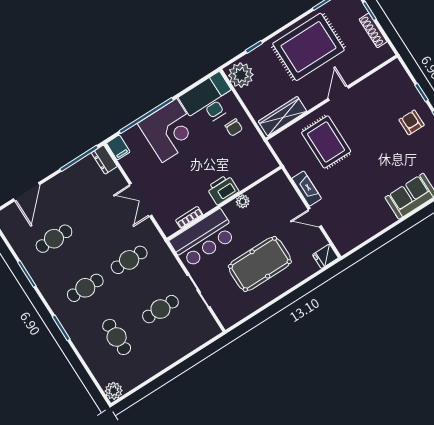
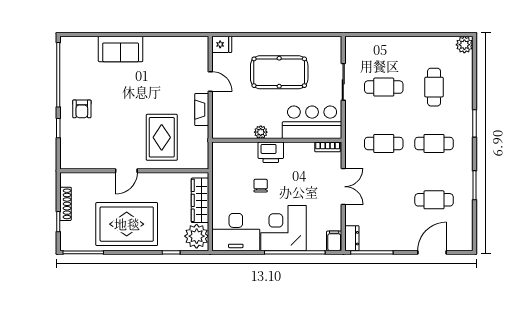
wardrobe: (283, 116) -> (200, 200), moved, turned 90
chair: (234, 127) -> (261, 186), moved
bookcase: (189, 217) -> (328, 147), moved

